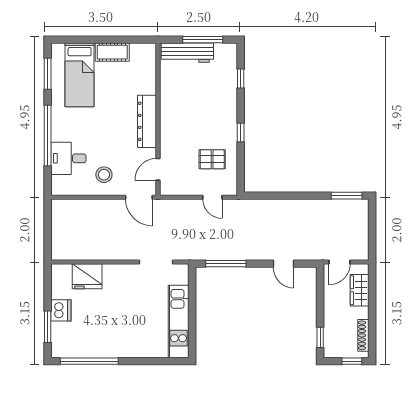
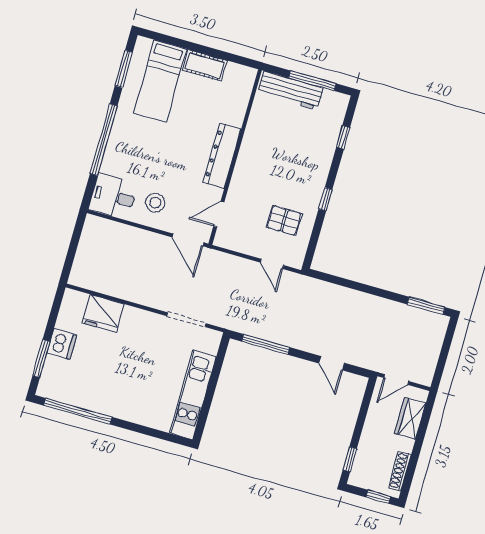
desk: (68, 158) -> (113, 196), moved

